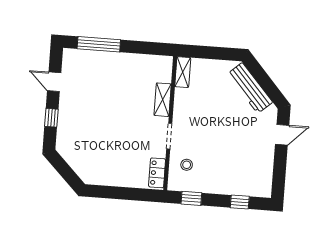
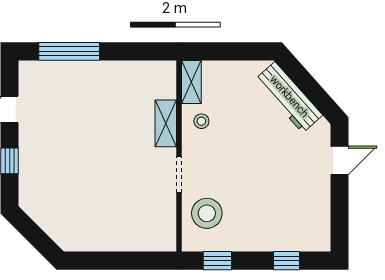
stool: (188, 100) -> (201, 121), added
stool: (187, 165) -> (207, 213), width x1.89, depth x1.89
locker: (157, 173) -> (166, 228), removed

